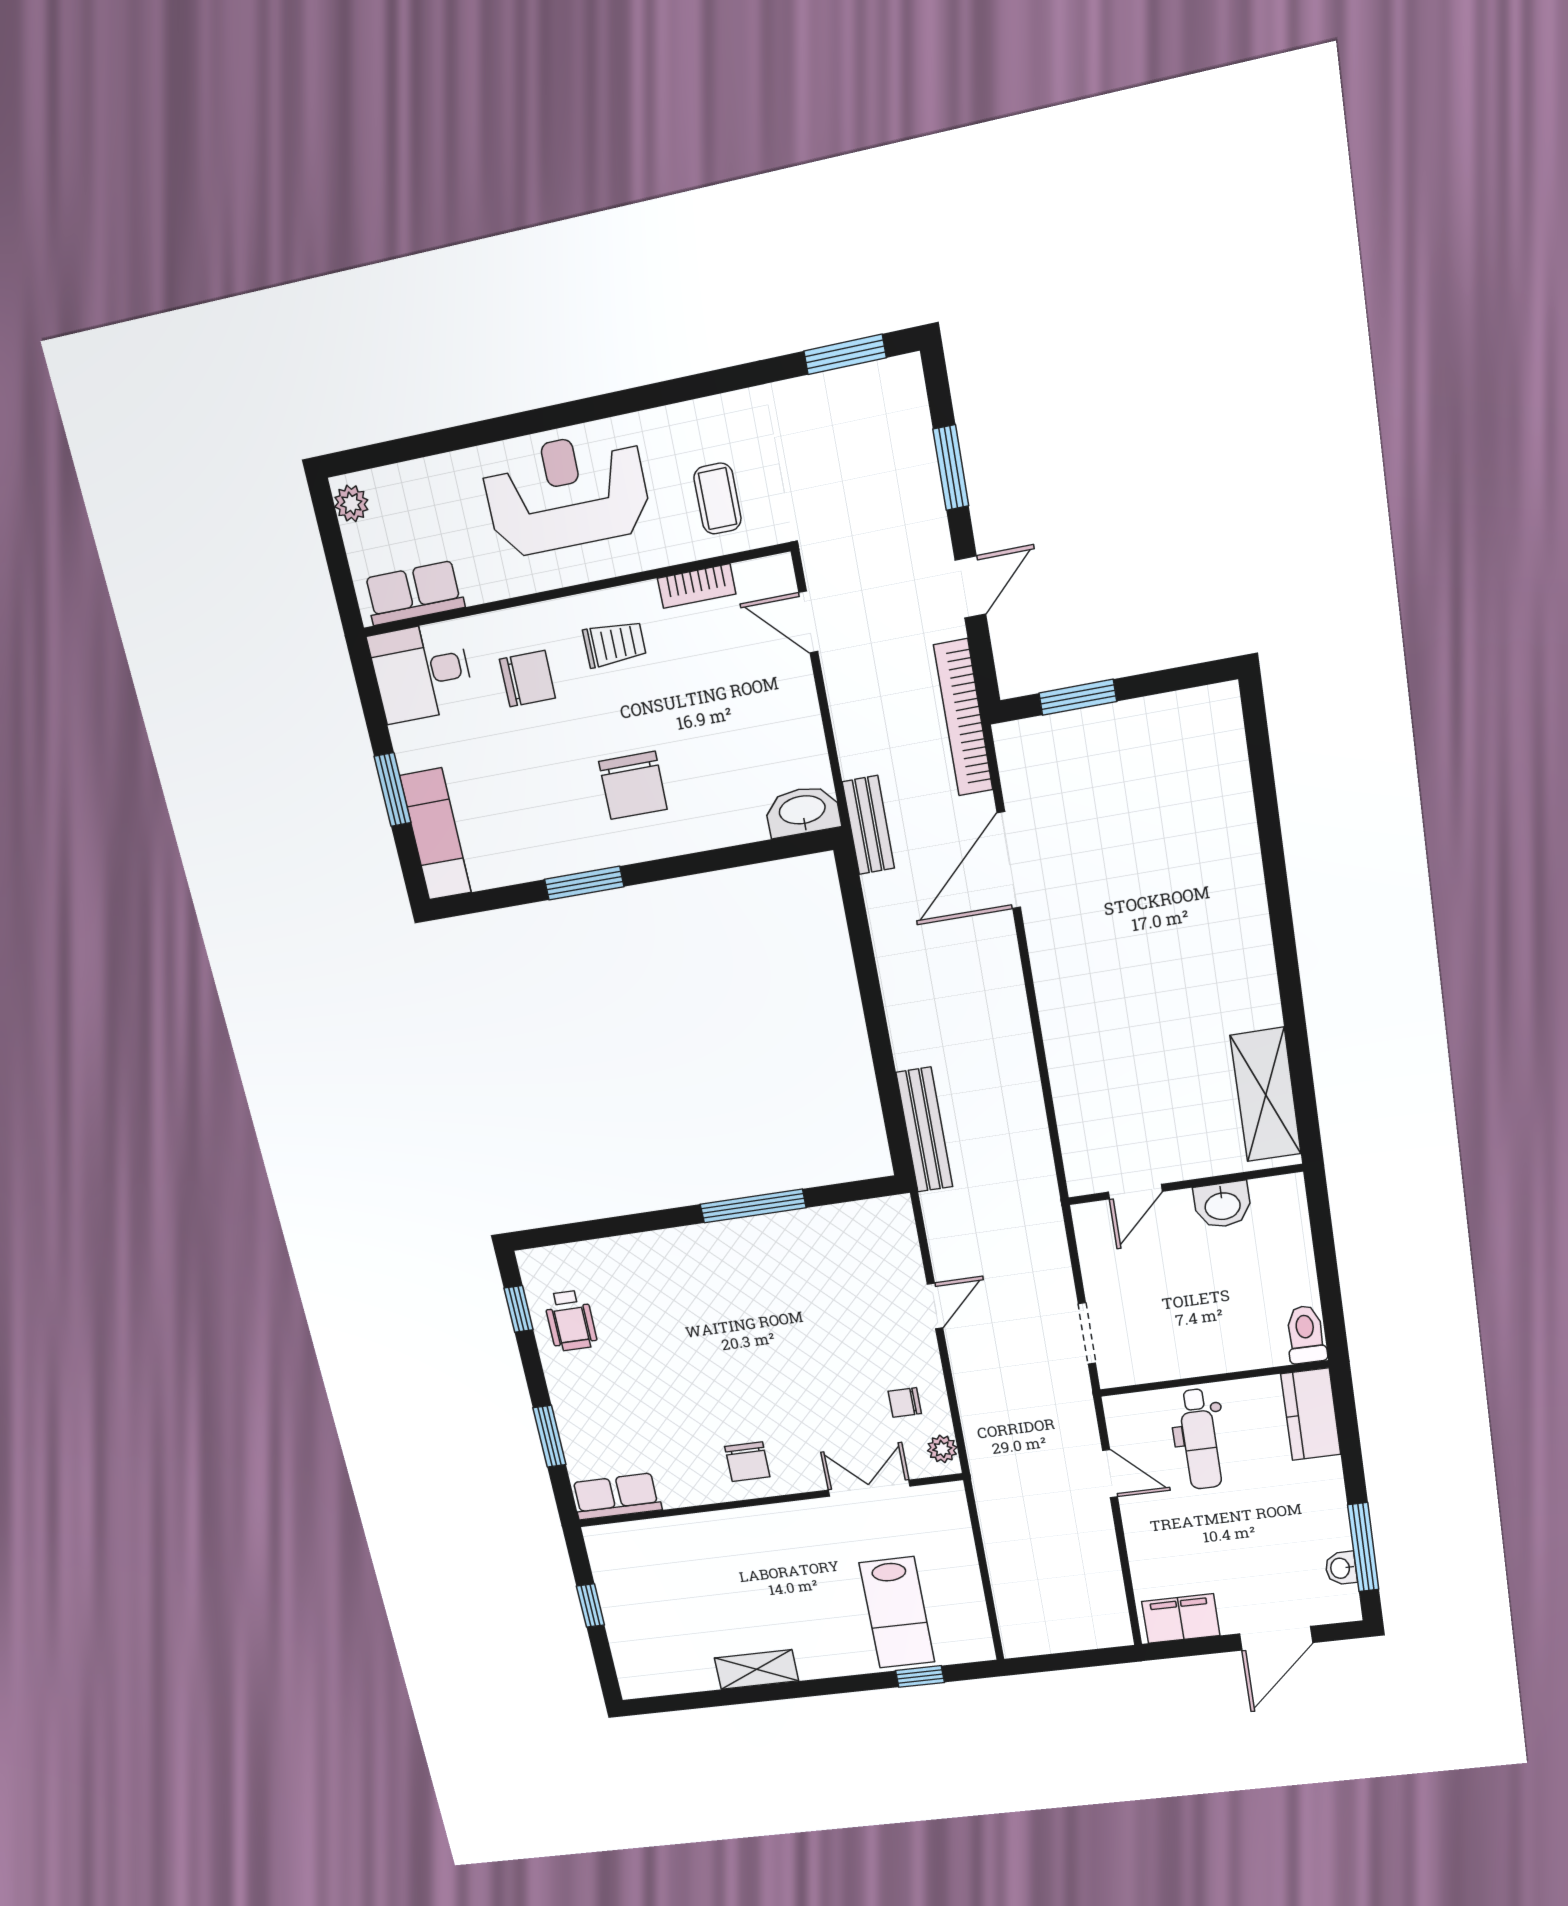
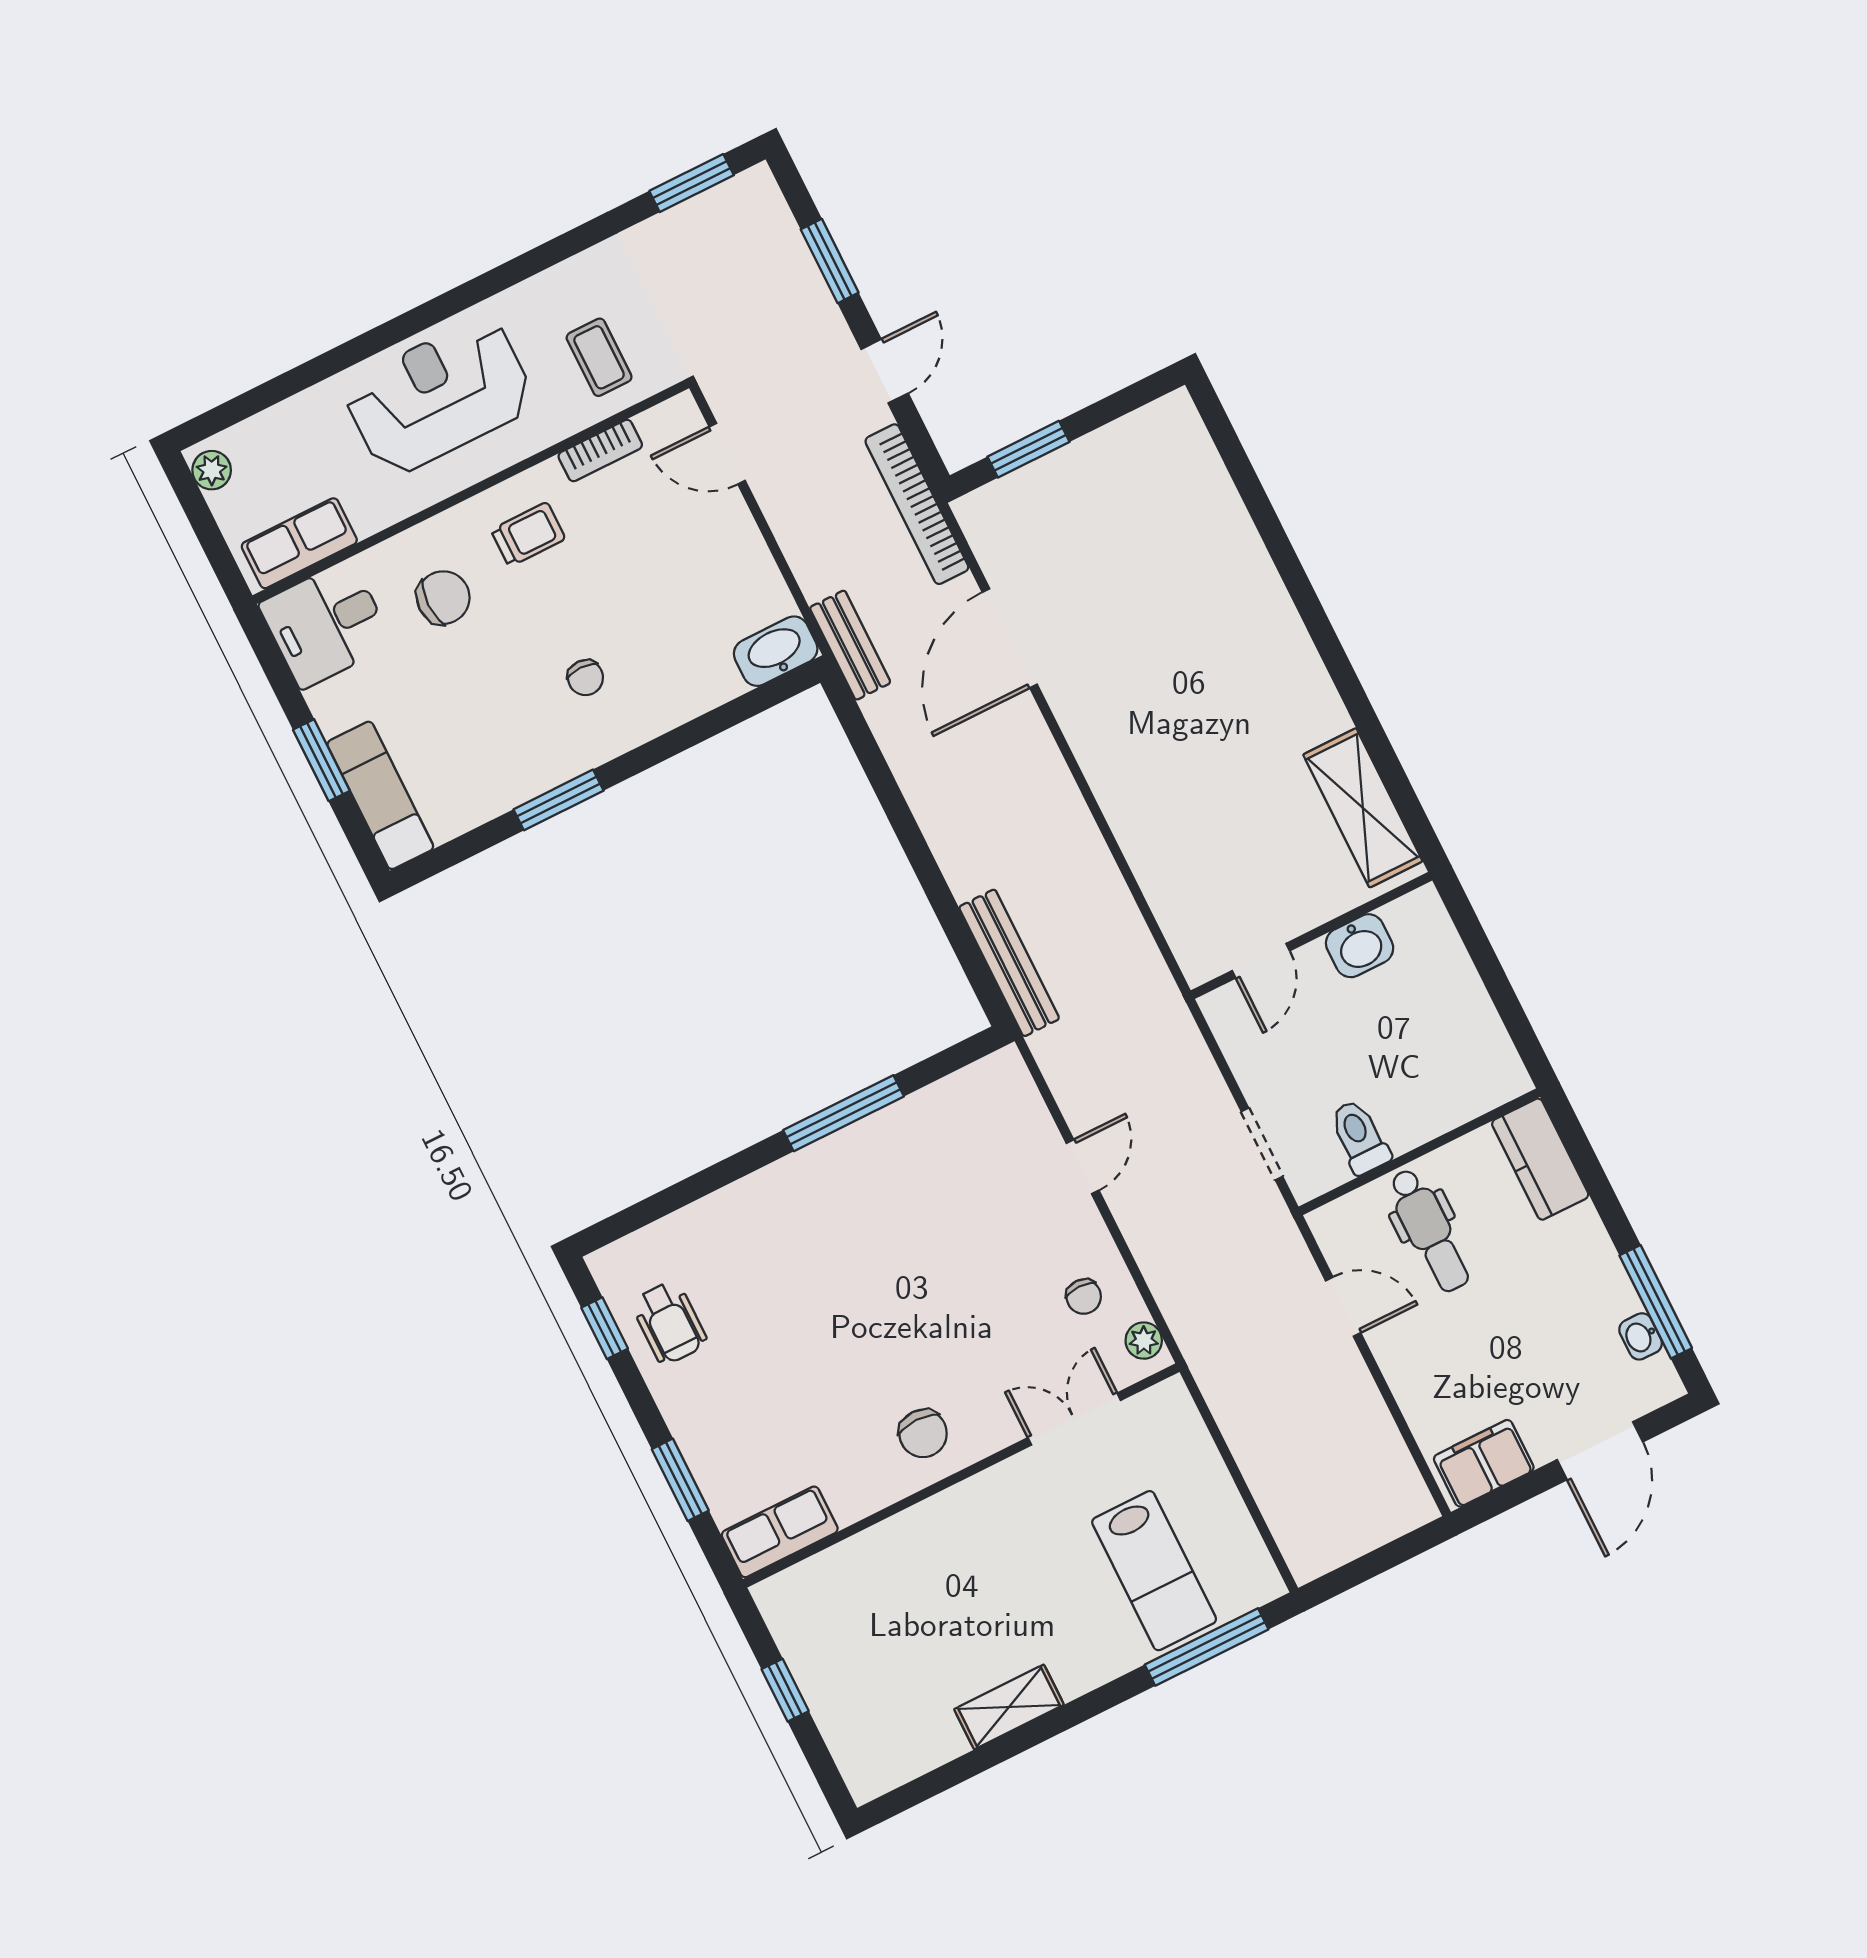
chair: (633, 785) -> (585, 678), width x0.54, depth x0.54
toilet: (1306, 1334) -> (1359, 1137), moved
chair: (905, 1402) -> (1084, 1297), turned -90
window: (920, 1676) -> (1207, 1647), width x2.17

